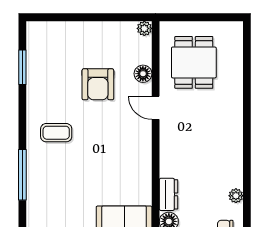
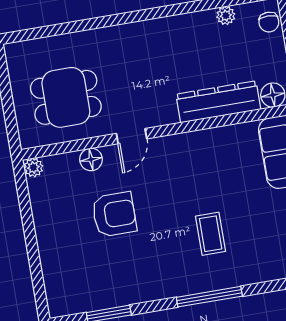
coffee table: (56, 133) -> (211, 234), moved
window: (22, 175) -> (209, 297), moved
dresser: (168, 194) -> (218, 102), width x1.96, depth x1.24

